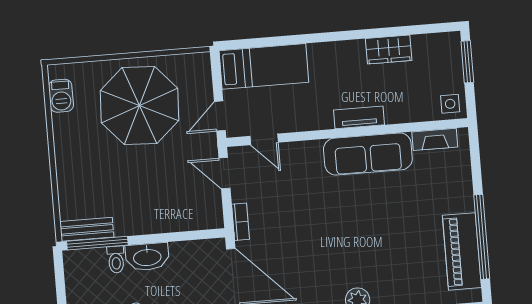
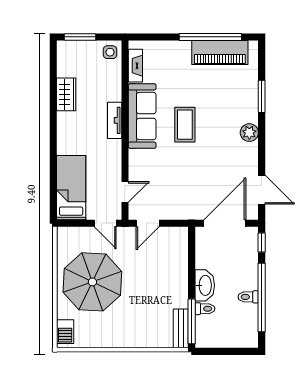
barbecue: (61, 96) -> (65, 332), moved, turned 90
coffee table: (361, 212) -> (185, 125), added
bookcase: (240, 222) -> (185, 214), removed

